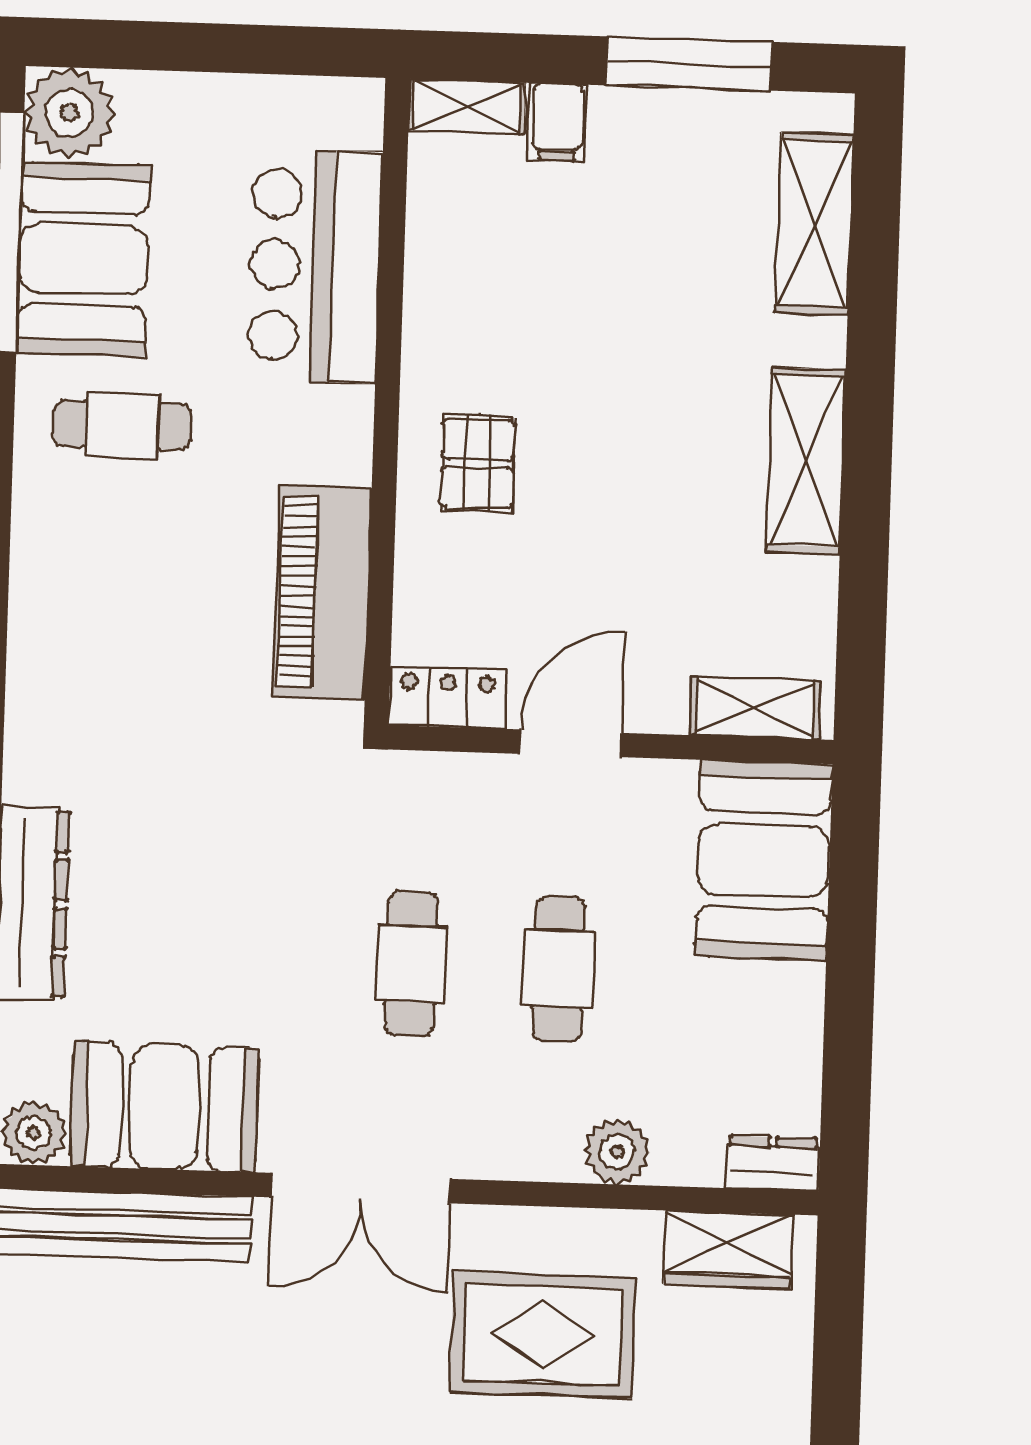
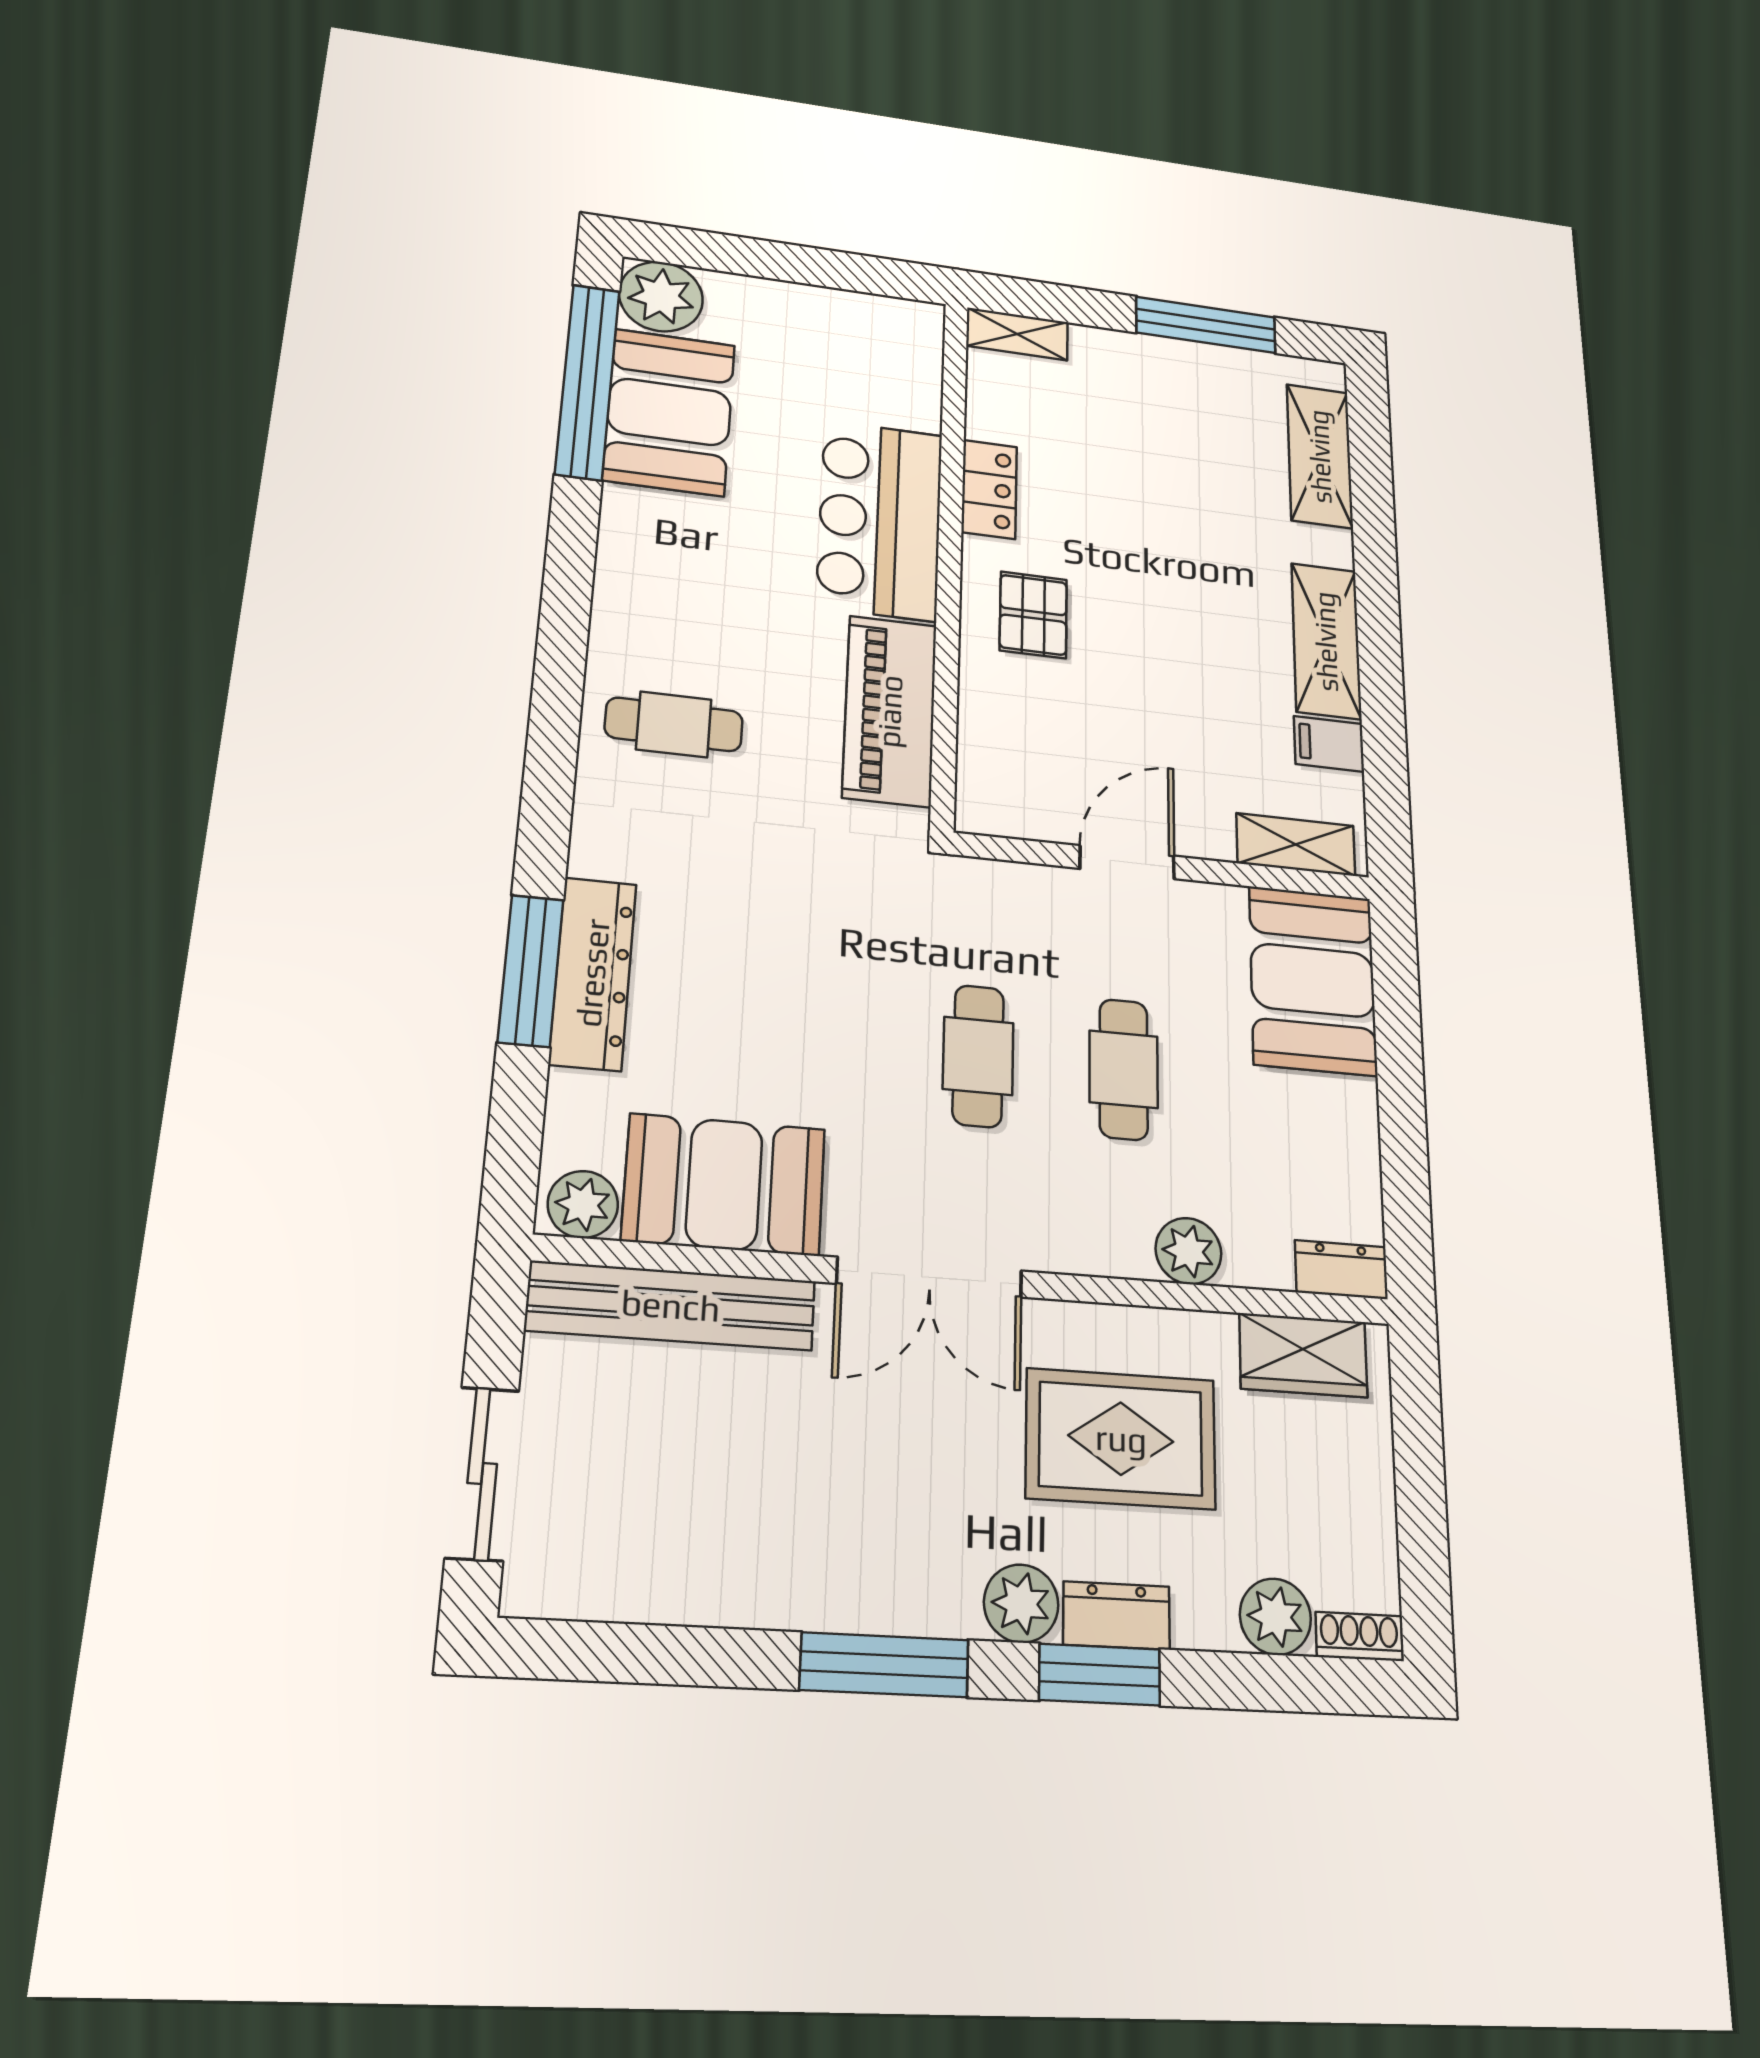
filing cabinet: (558, 122) -> (1329, 744), moved, turned 90
bar counter: (315, 266) -> (880, 520), moved
cafe table: (122, 425) -> (674, 724), moved
locker: (448, 697) -> (989, 489), moved, turned 90

